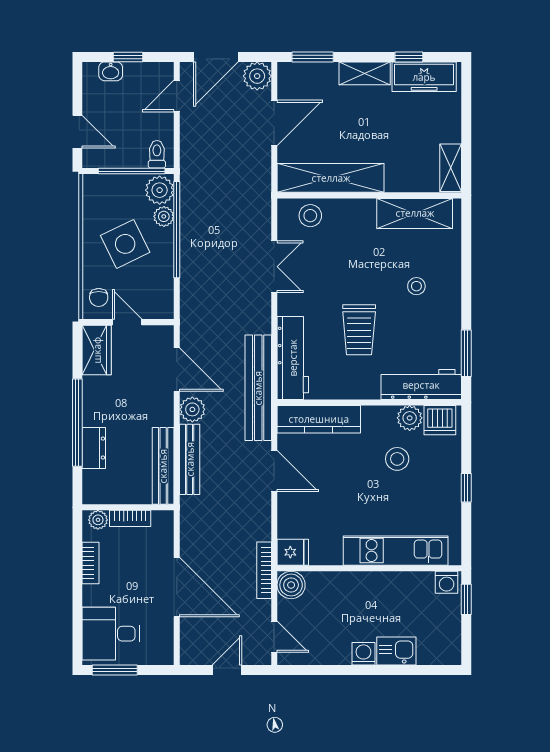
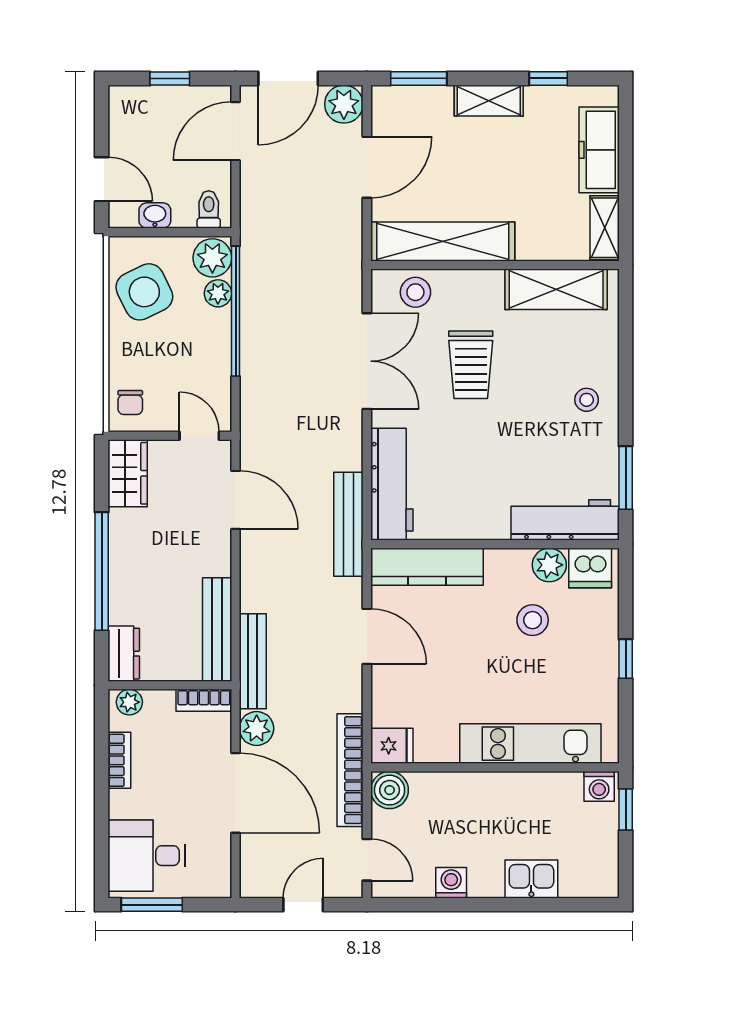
washbasin: (111, 71) -> (155, 215), moved, turned 180
freezer: (424, 77) -> (599, 150), moved, turned 90
door: (177, 96) -> (236, 131), width x1.38
window: (132, 171) -> (175, 232), removed
side table: (125, 244) -> (144, 292), moved
double door: (274, 267) -> (367, 361), width x1.37
stool: (416, 286) -> (587, 400), moved
door: (127, 322) -> (199, 436), moved
trolley: (359, 330) -> (471, 365), moved
bench: (258, 388) -> (348, 524), width x0.73, depth x0.82
plant: (192, 409) -> (257, 728), moved
dresser: (94, 448) -> (124, 654), moved
bench: (190, 459) -> (253, 661), moved
bookcase: (130, 518) -> (204, 700), moved
bookcase: (264, 570) -> (350, 770), width x1.48, depth x1.31
washing machine: (363, 654) -> (451, 883), moved

